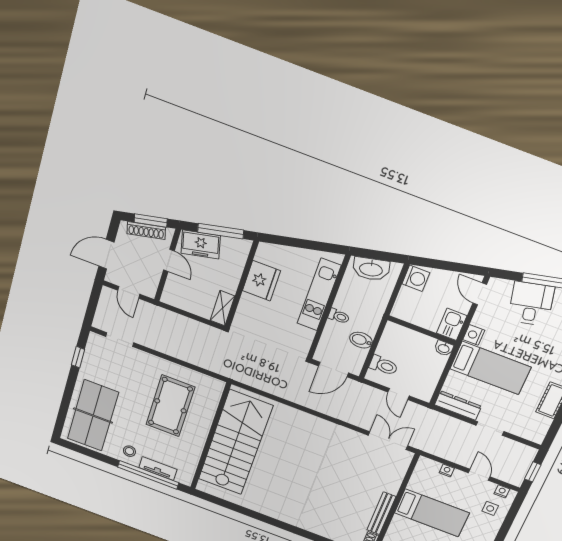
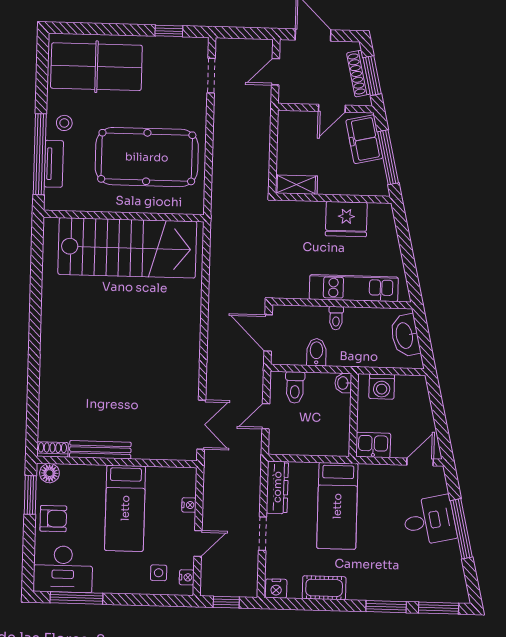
washing machine: (416, 278) -> (382, 387), moved
nightstand: (474, 335) -> (276, 589), moved, turned 180
washbasin: (444, 348) -> (343, 383), moved
pool table: (170, 406) -> (147, 157), width x1.36, depth x1.32

